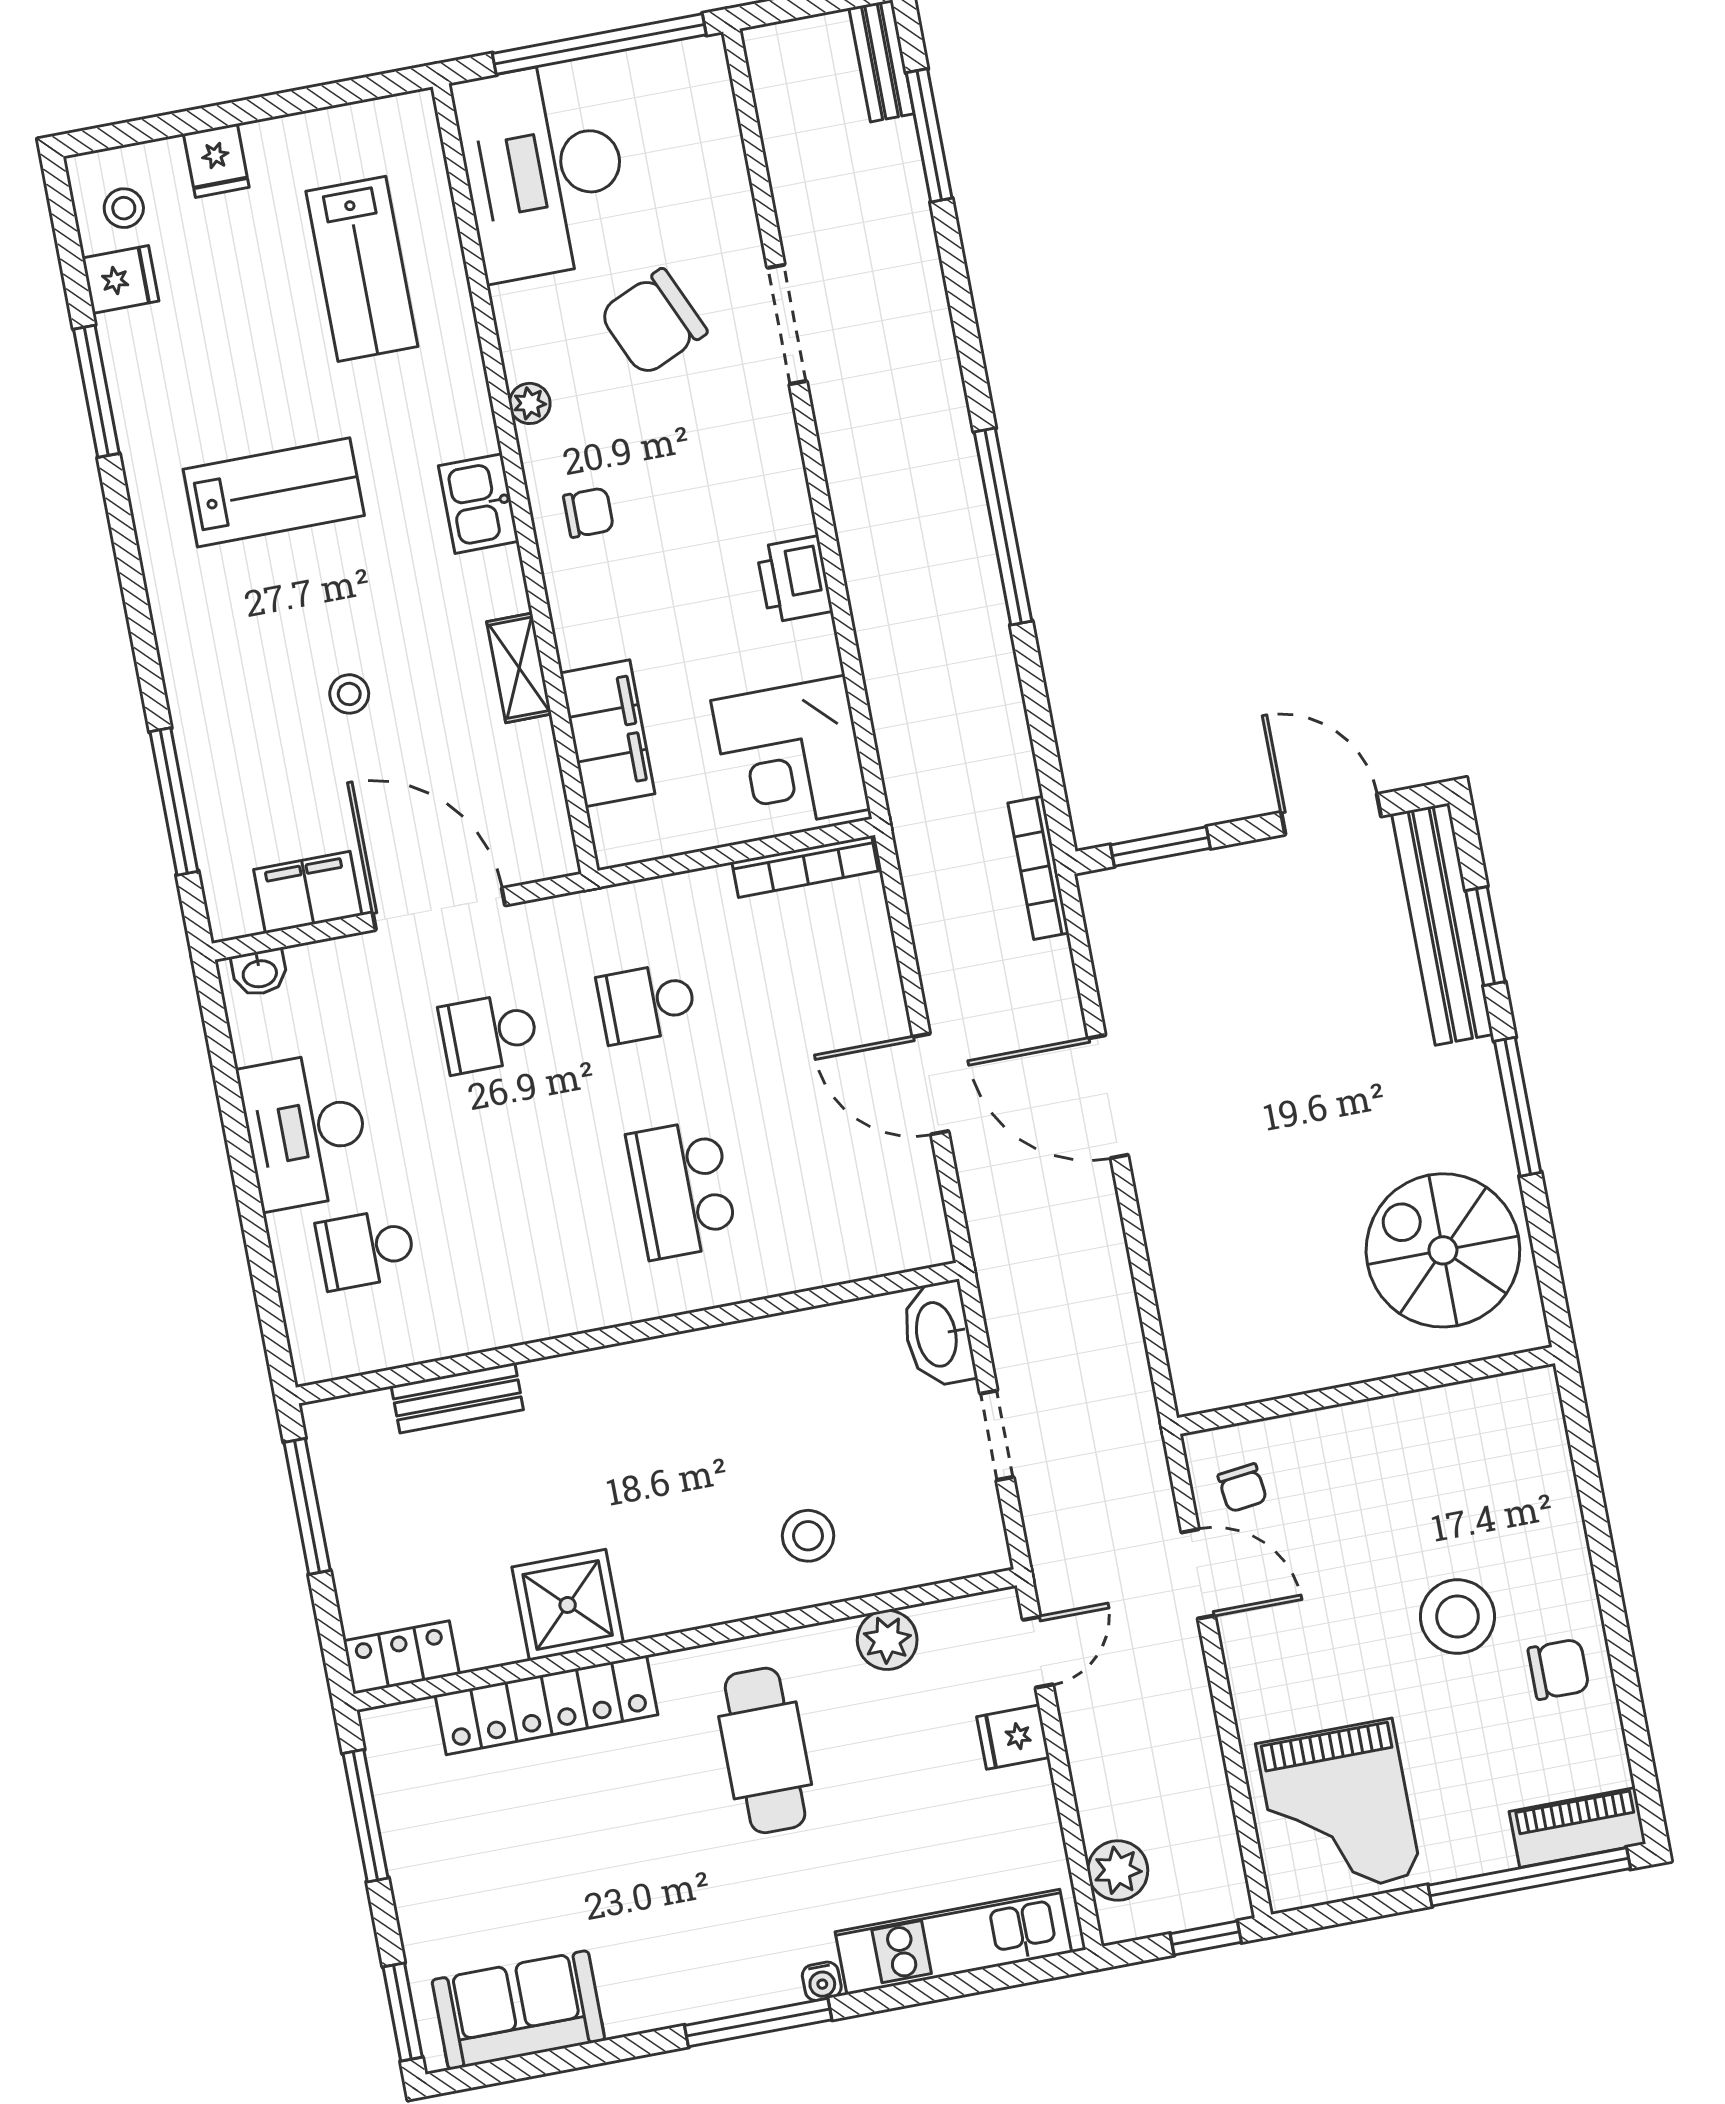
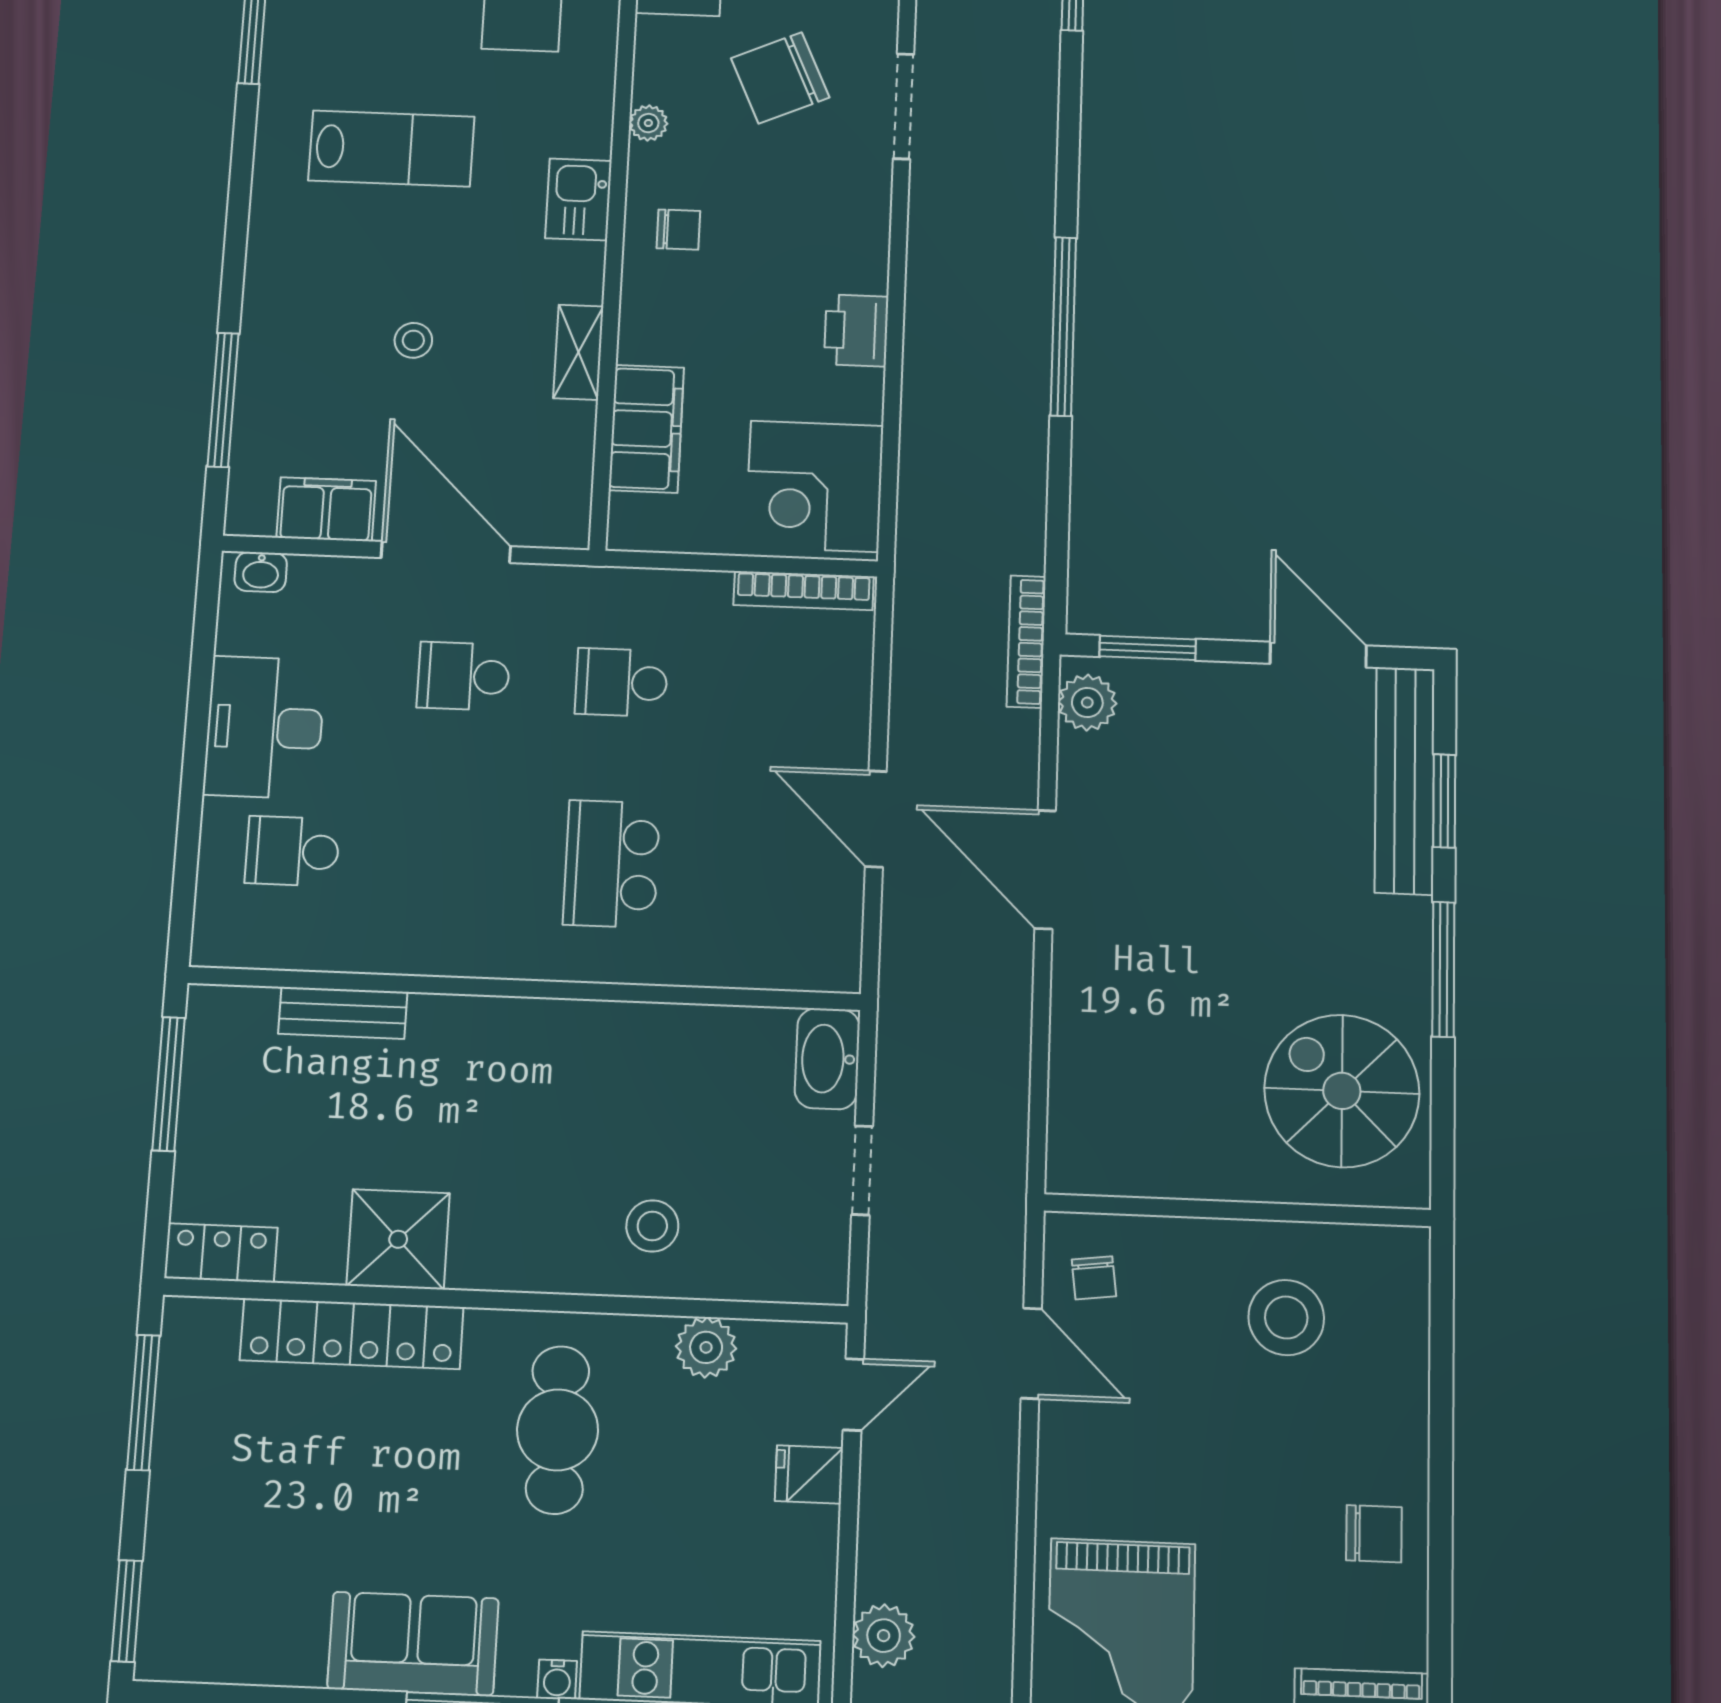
plant: (1113, 917) -> (1087, 703), added
stool: (1457, 1617) -> (1286, 1318), moved
sofa: (518, 2010) -> (413, 1644), moved

